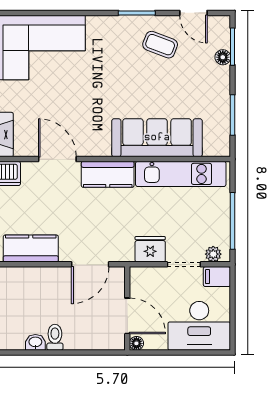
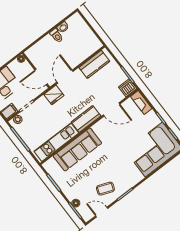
fridge: (150, 249) -> (54, 95), moved
door: (127, 316) -> (41, 77), moved

